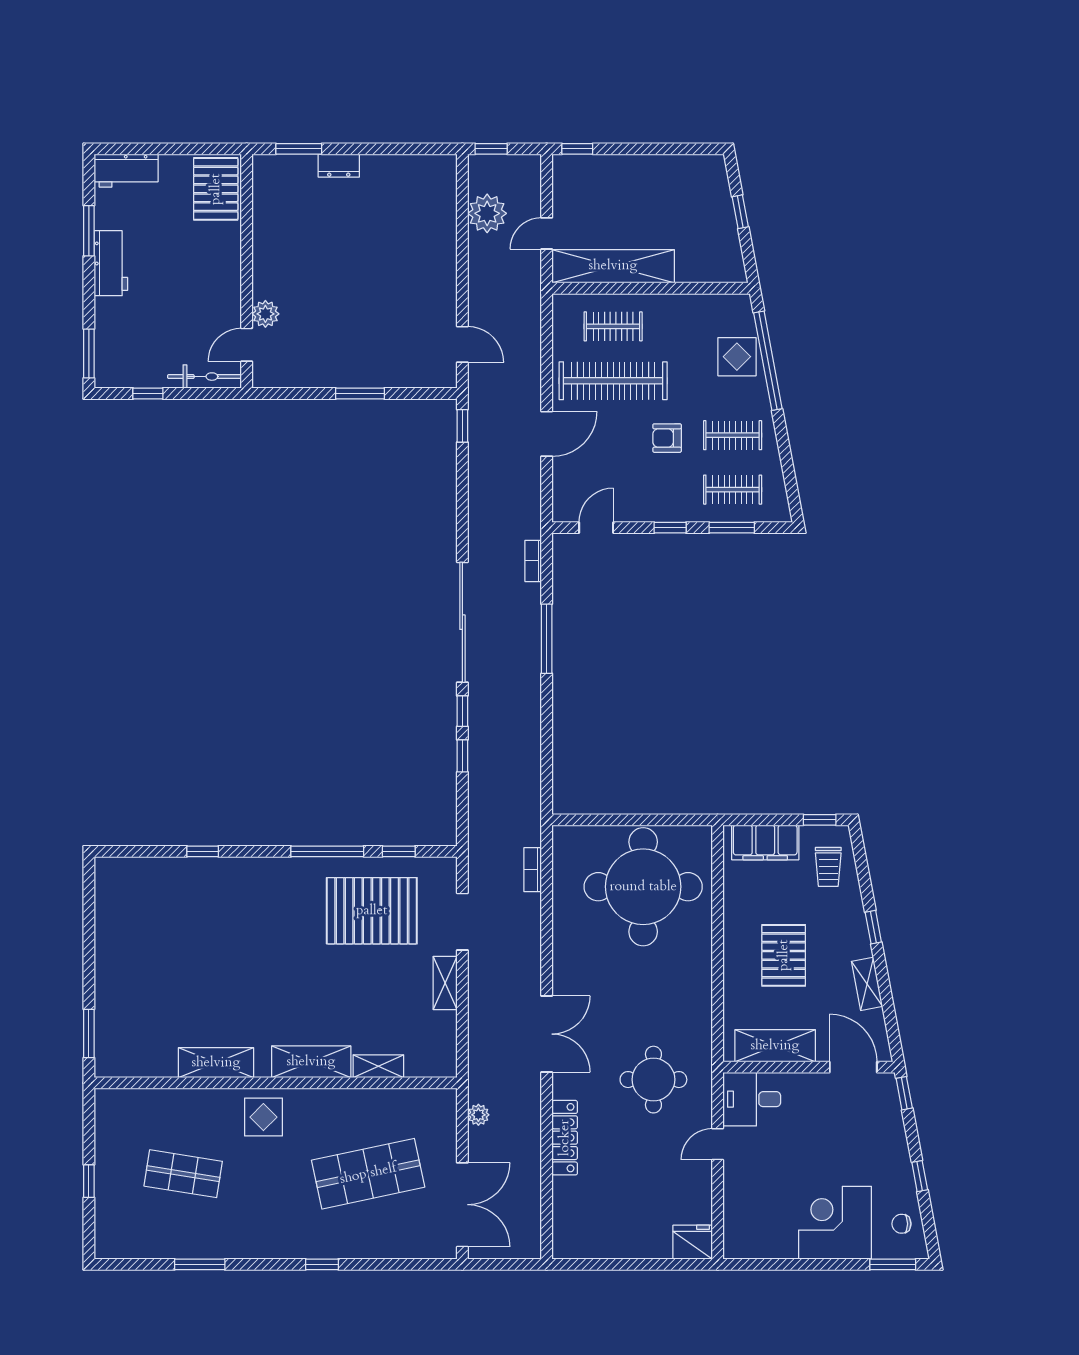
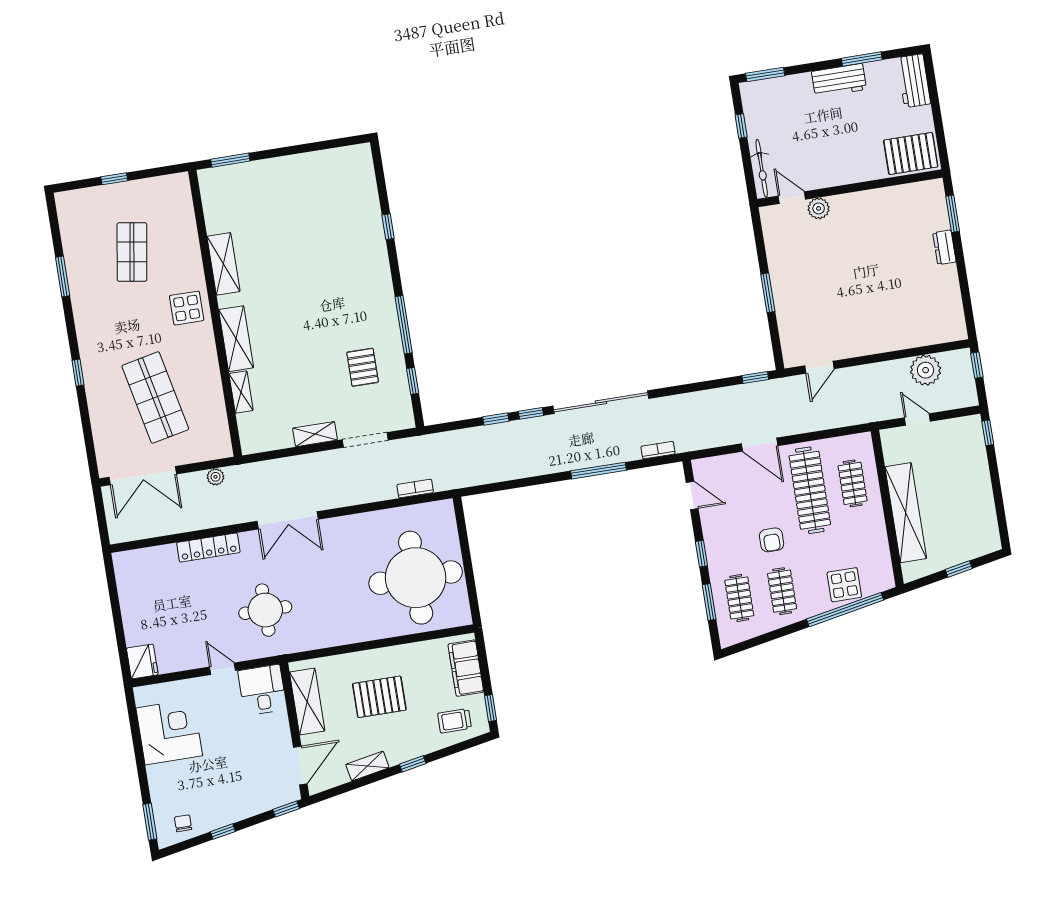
shelving: (613, 266) -> (906, 513), moved
armchair: (667, 438) -> (772, 540), turned 180
pallet: (372, 911) -> (363, 367), width x0.49, depth x0.50
corner desk: (835, 1223) -> (169, 732), moved

